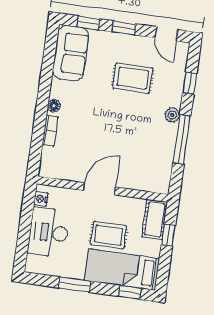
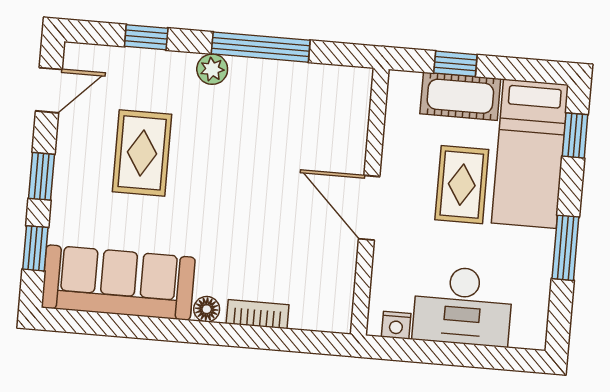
sofa: (71, 53) -> (118, 283), width x1.36
cot: (155, 219) -> (460, 96), moved

